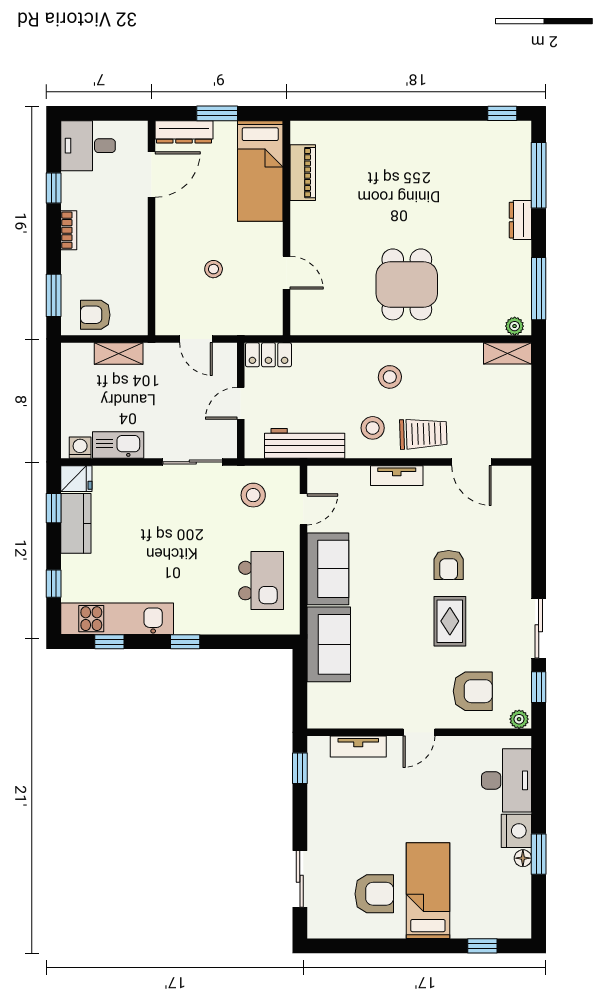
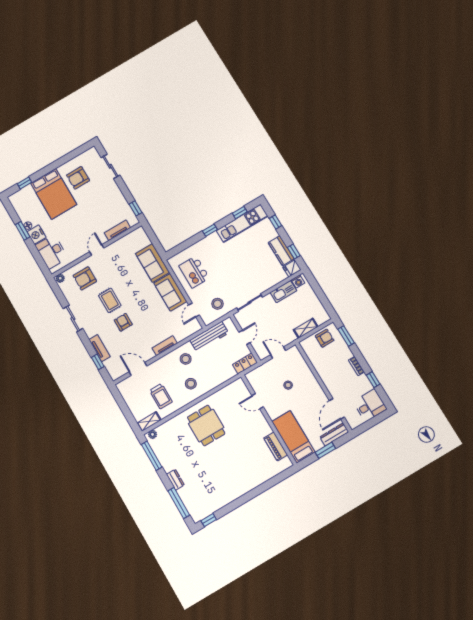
trolley: (423, 434) -> (161, 396), moved, turned -88
tv unit: (521, 543) -> (100, 348), added
window: (539, 687) -> (98, 362), moved
bed: (428, 891) -> (54, 194), width x1.50

